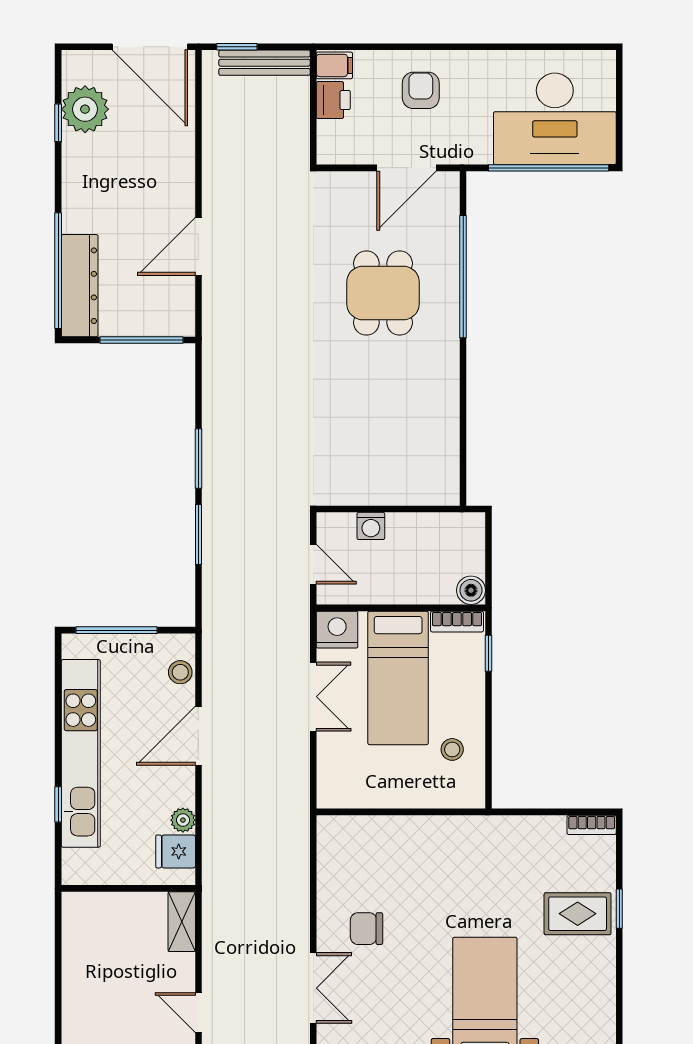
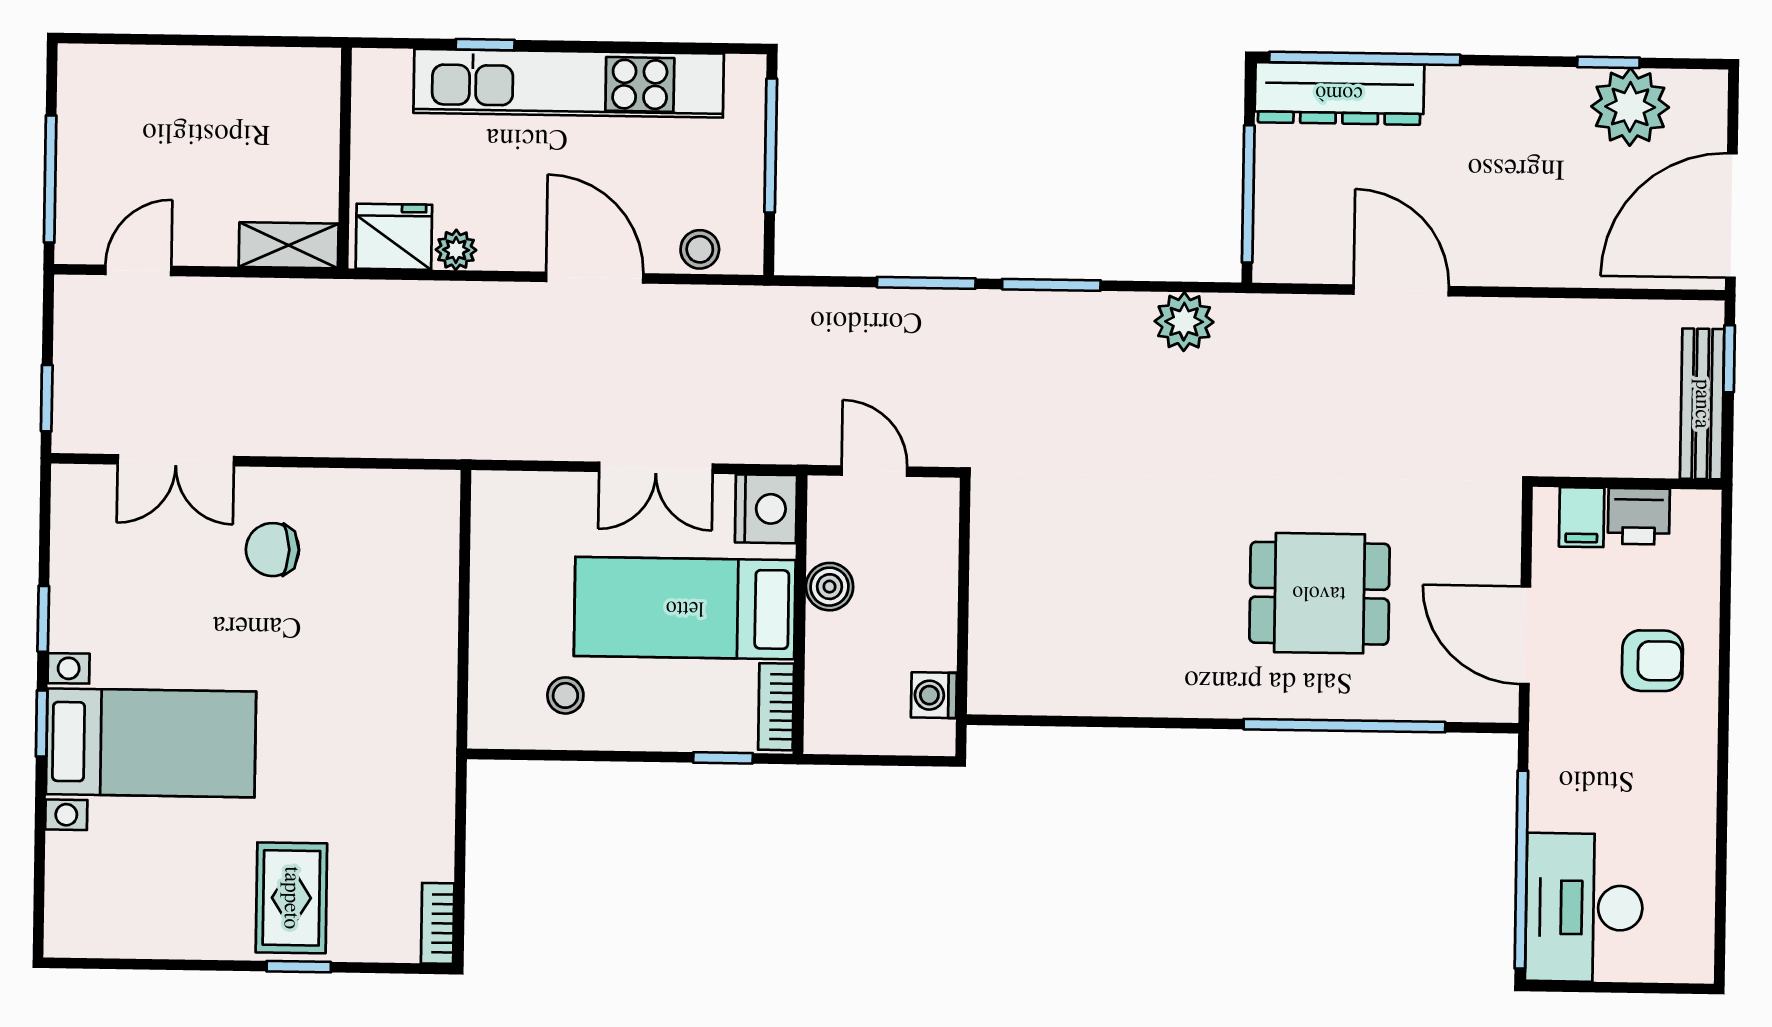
filing cabinet: (334, 65) -> (1582, 517), moved
desk: (555, 119) -> (1584, 908), width x0.73, depth x0.77
plant: (220, 378) -> (1184, 322), added
washing machine: (371, 526) -> (934, 695), moved
door: (313, 564) -> (874, 471), swing flipped
boiler: (471, 590) -> (830, 587), moved
fridge: (176, 851) -> (394, 237), width x1.38
chair: (366, 929) -> (272, 550), turned -90

